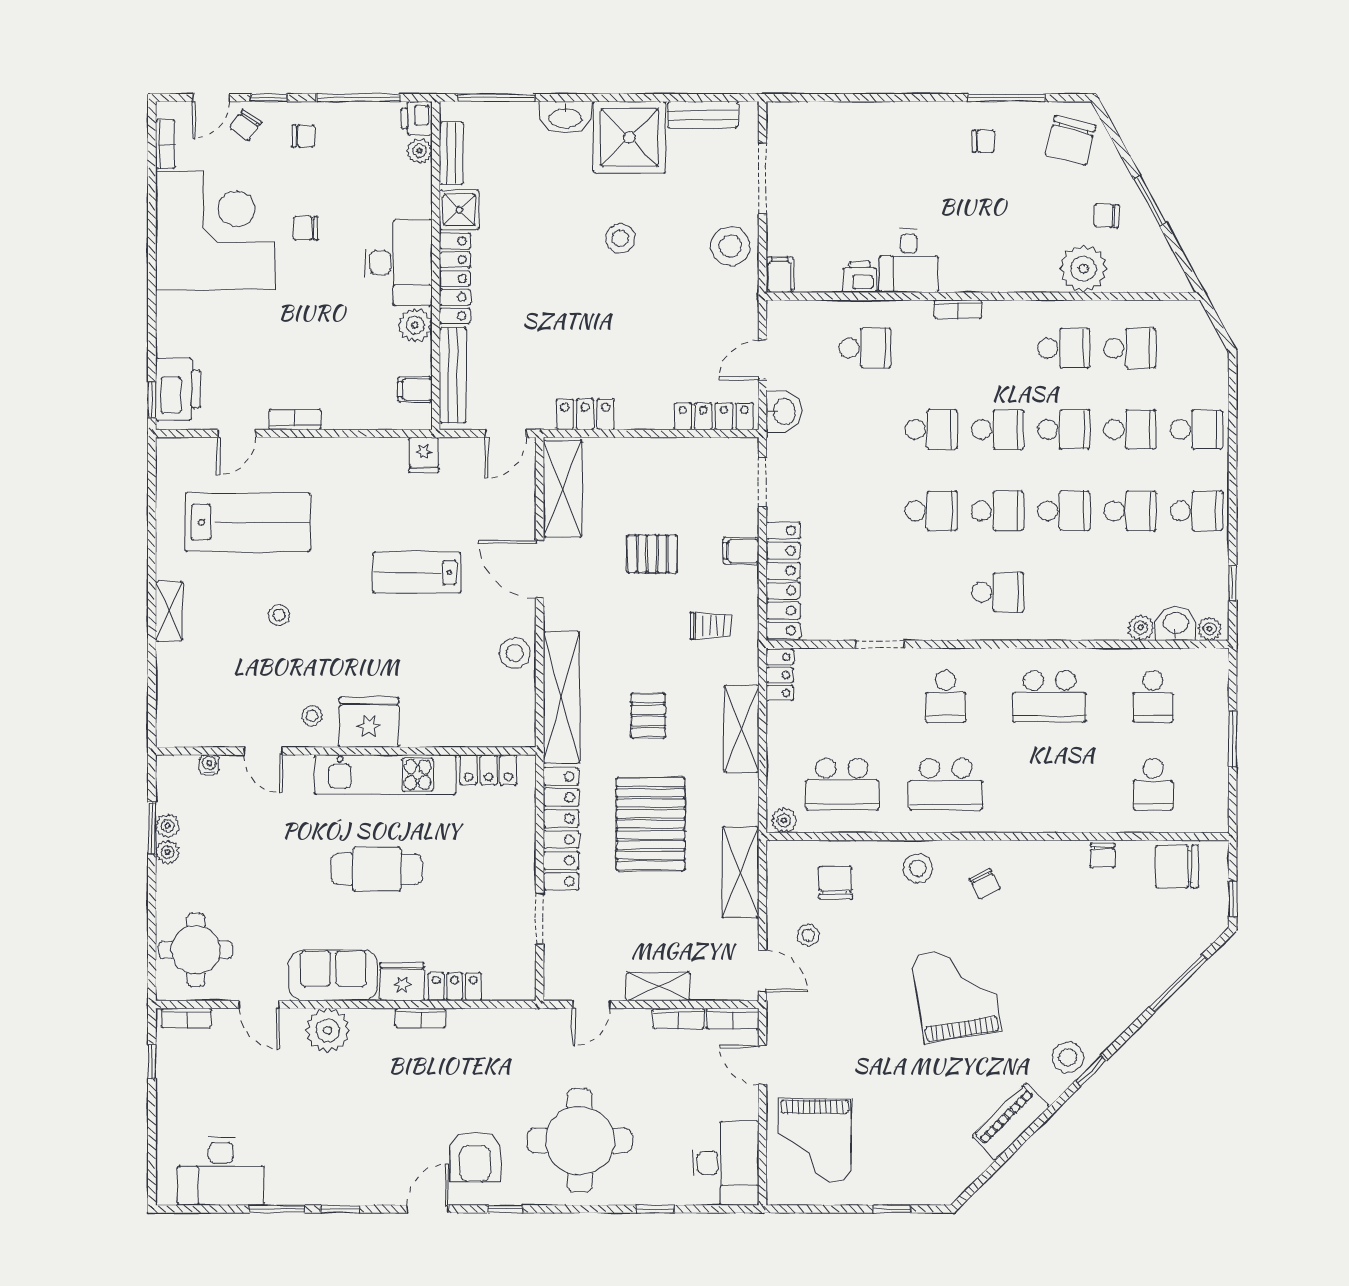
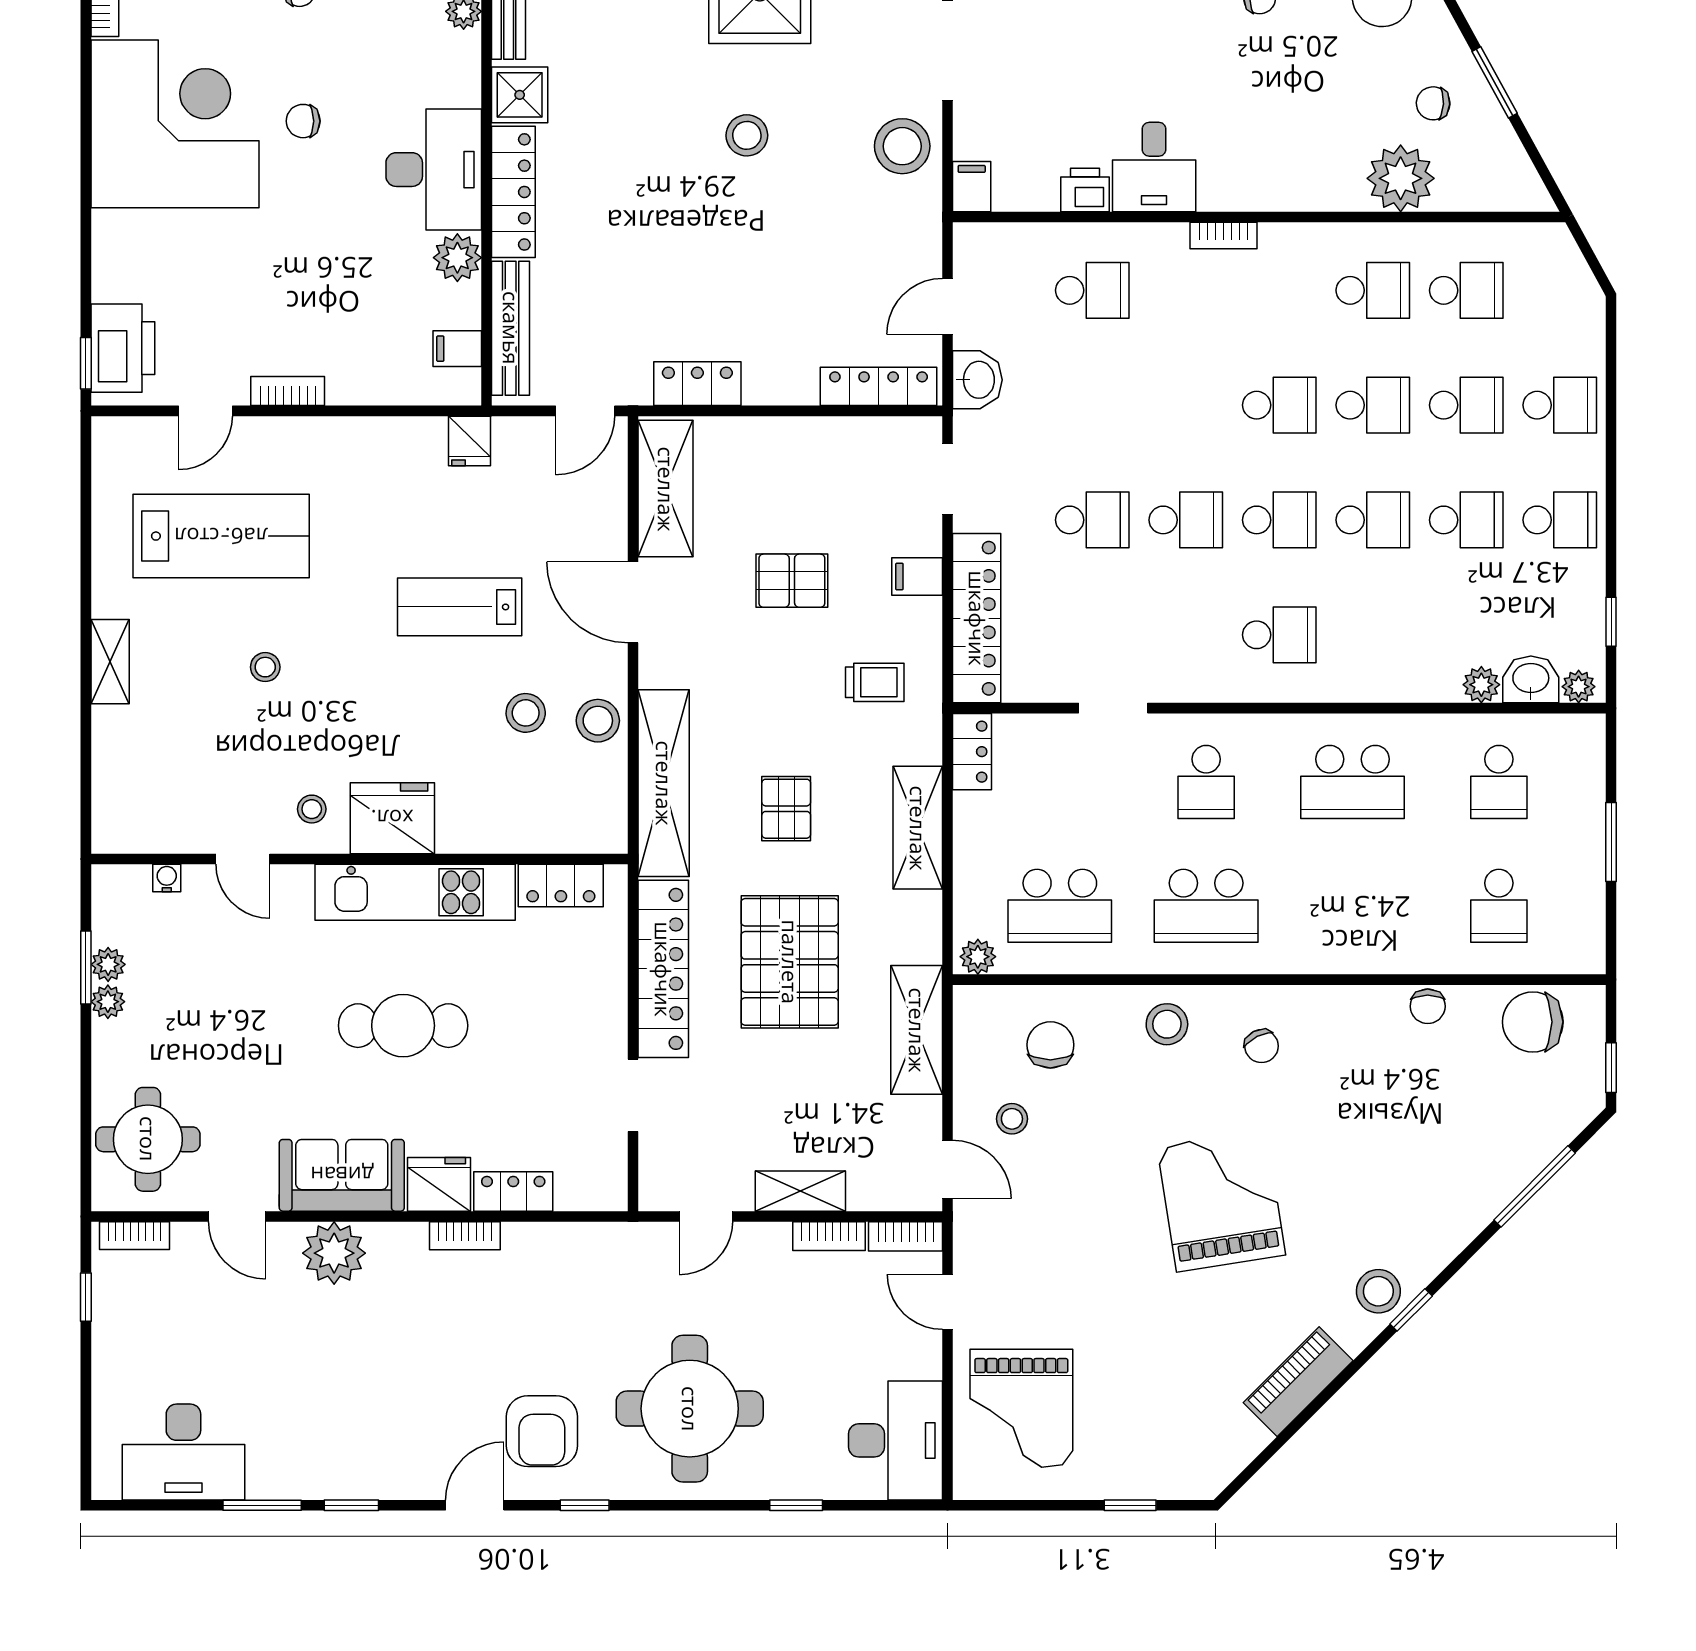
school desk: (931, 430) -> (1092, 520), moved
stool: (464, 648) -> (526, 713), added

